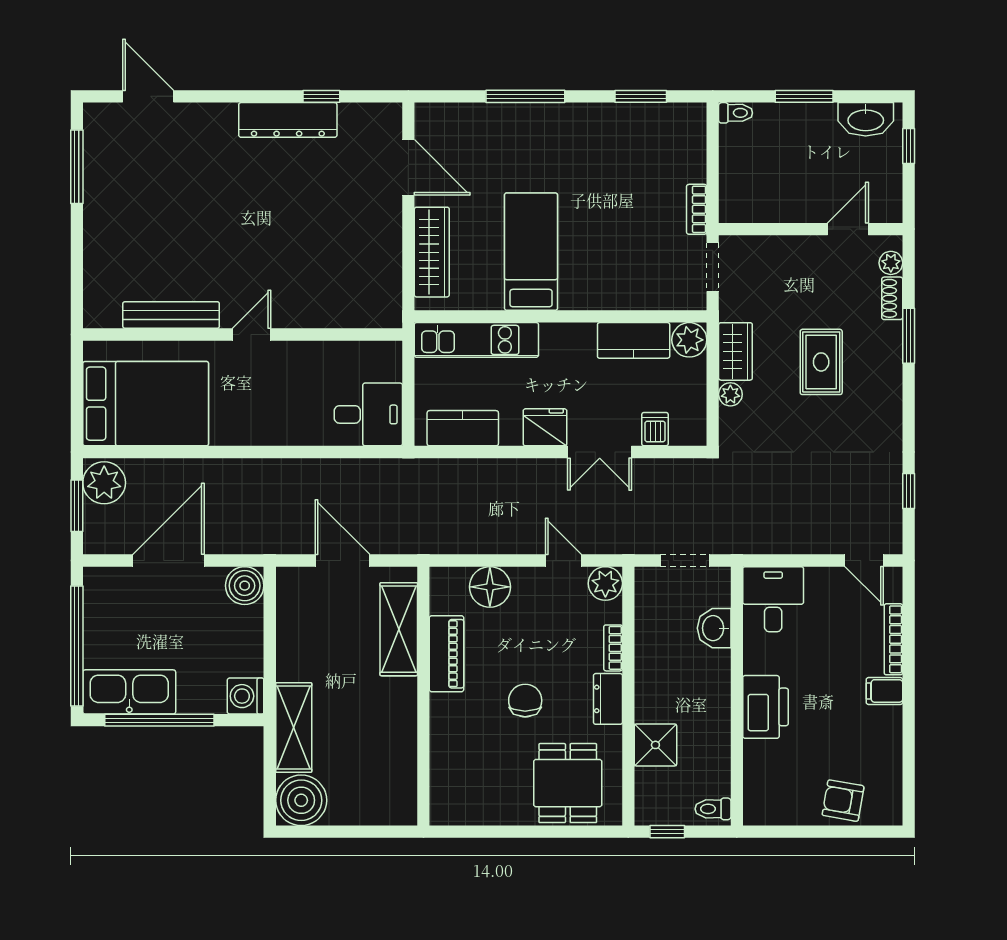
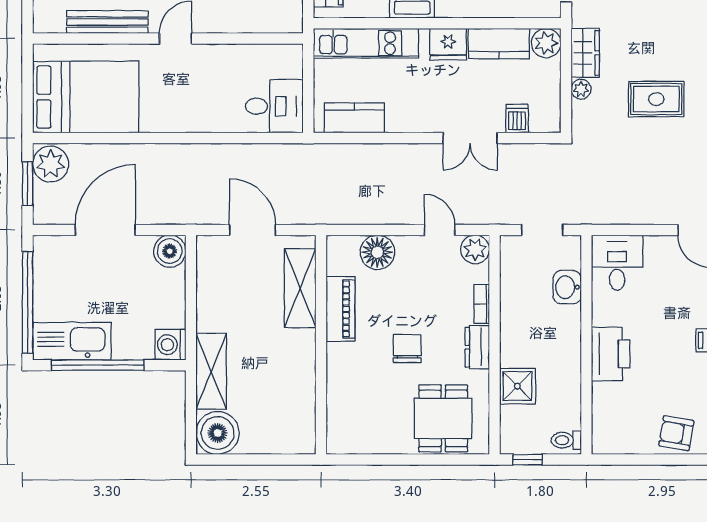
rug: (821, 362) -> (656, 99), moved, turned 90
fridge: (545, 427) -> (448, 44), moved, turned 180

